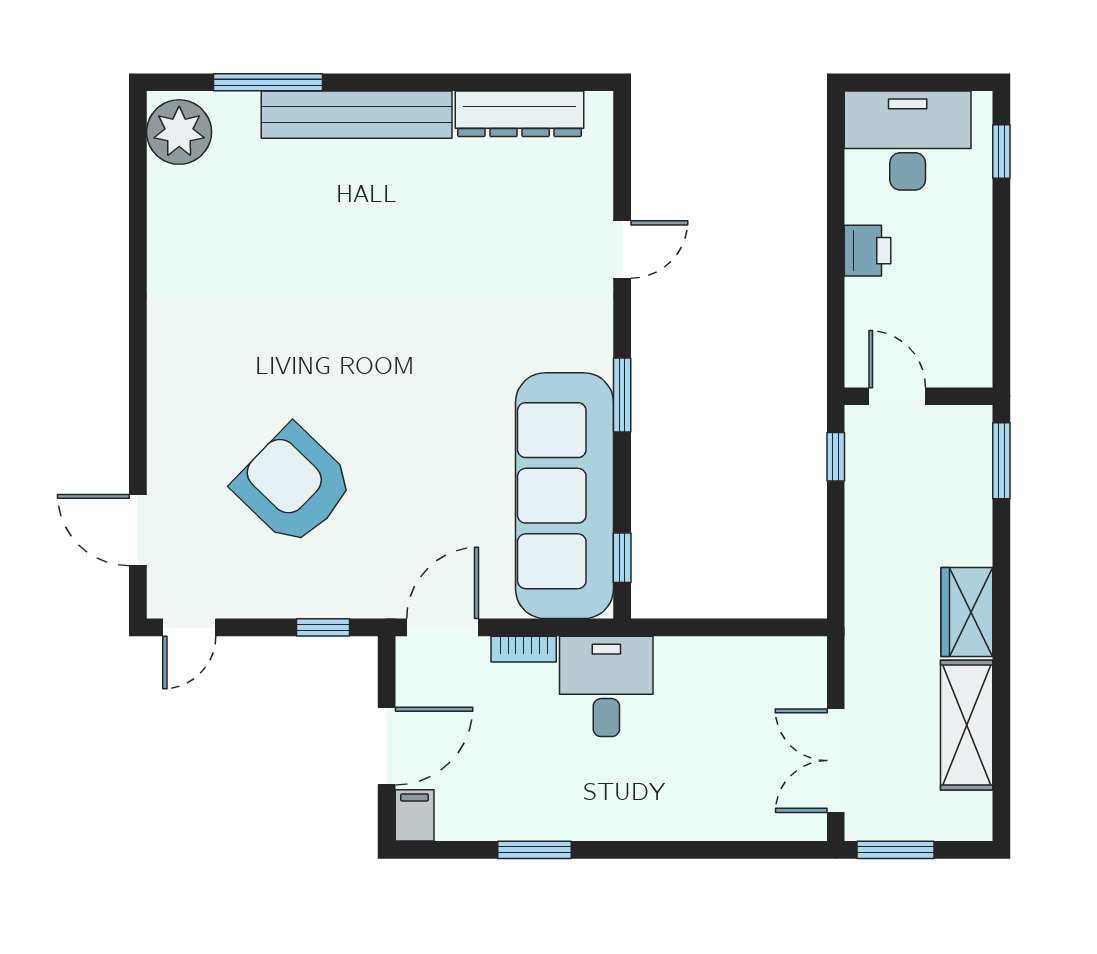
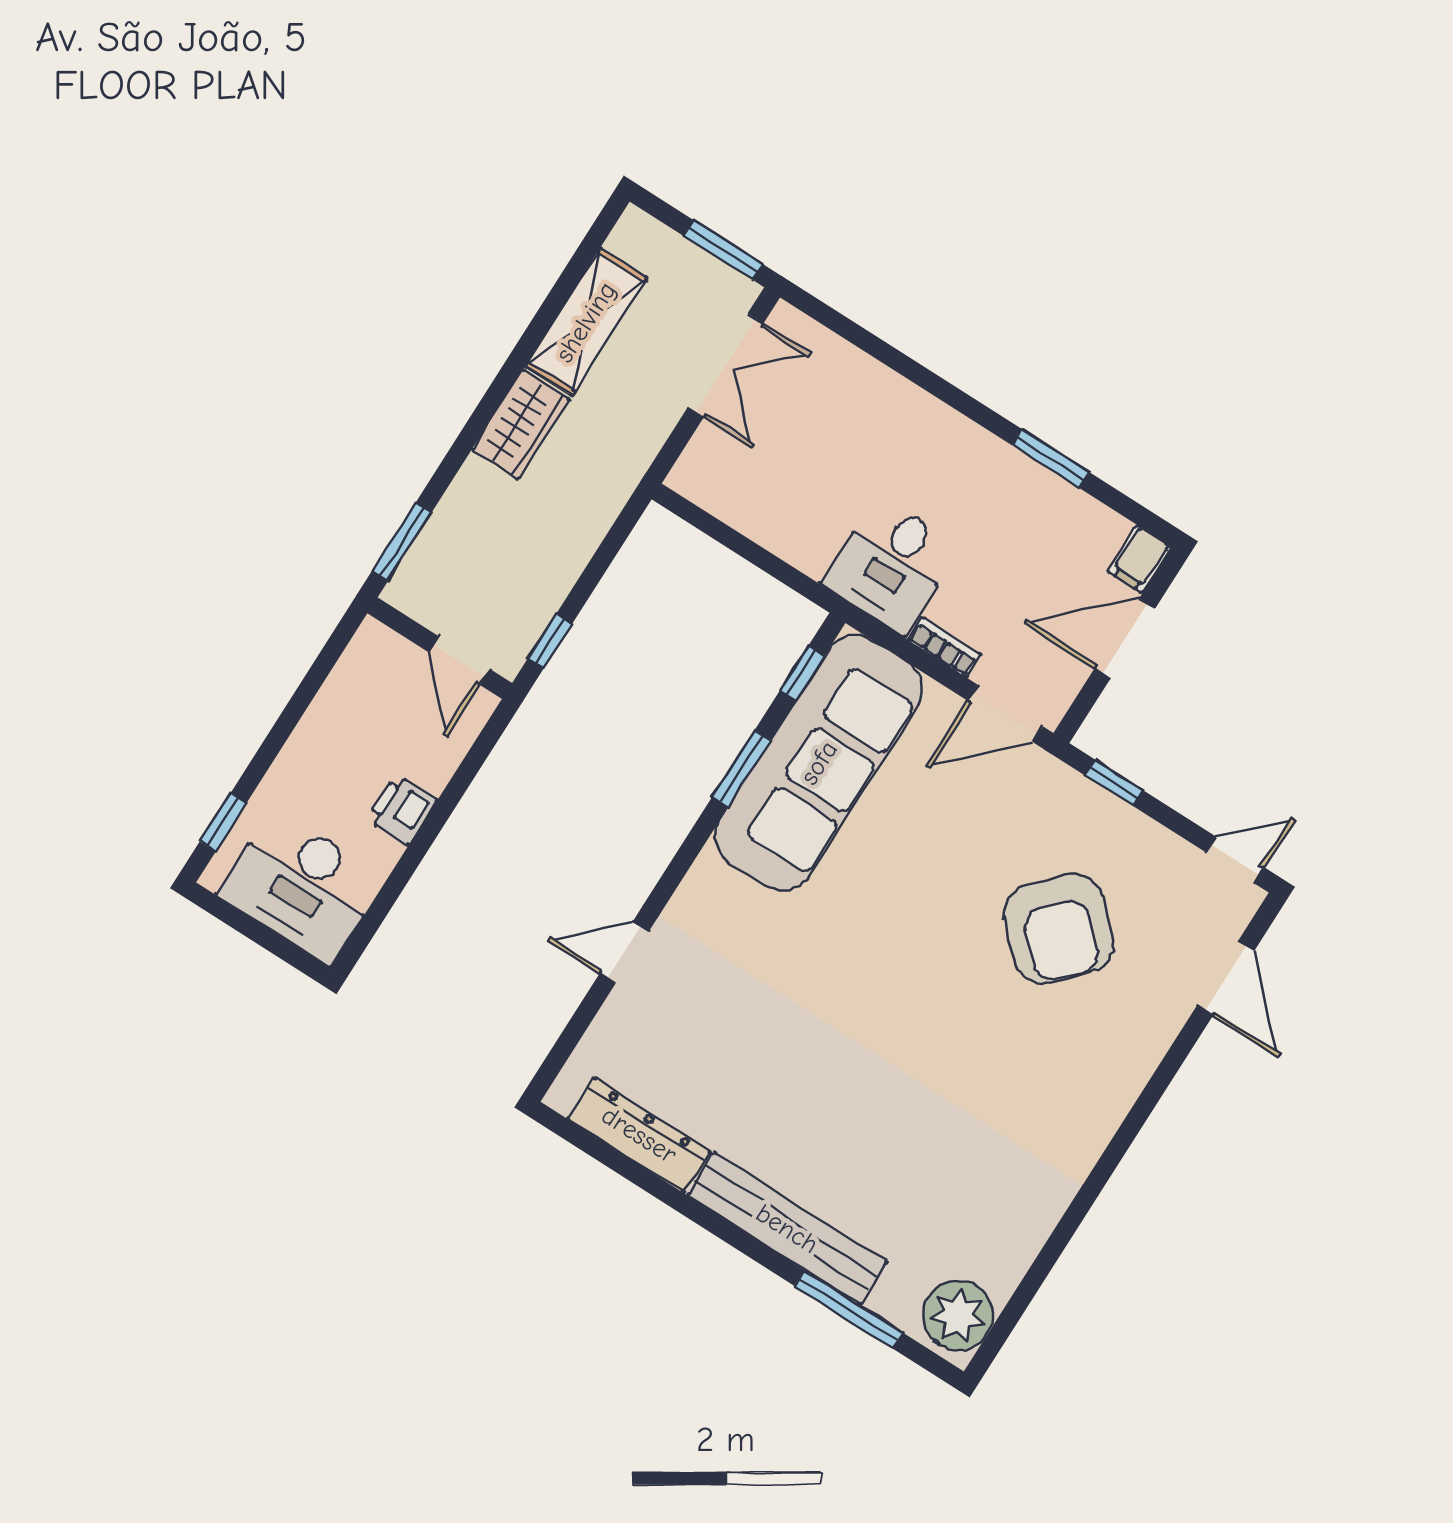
window: (622, 395) -> (741, 768), moved

